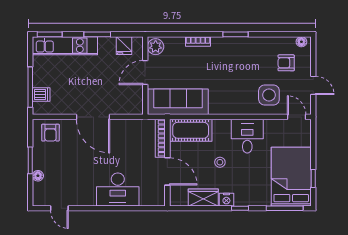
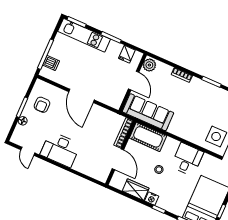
door: (145, 73) -> (134, 81), swing flipped
armchair: (50, 133) -> (42, 105), moved
desk: (118, 189) -> (60, 149), moved

